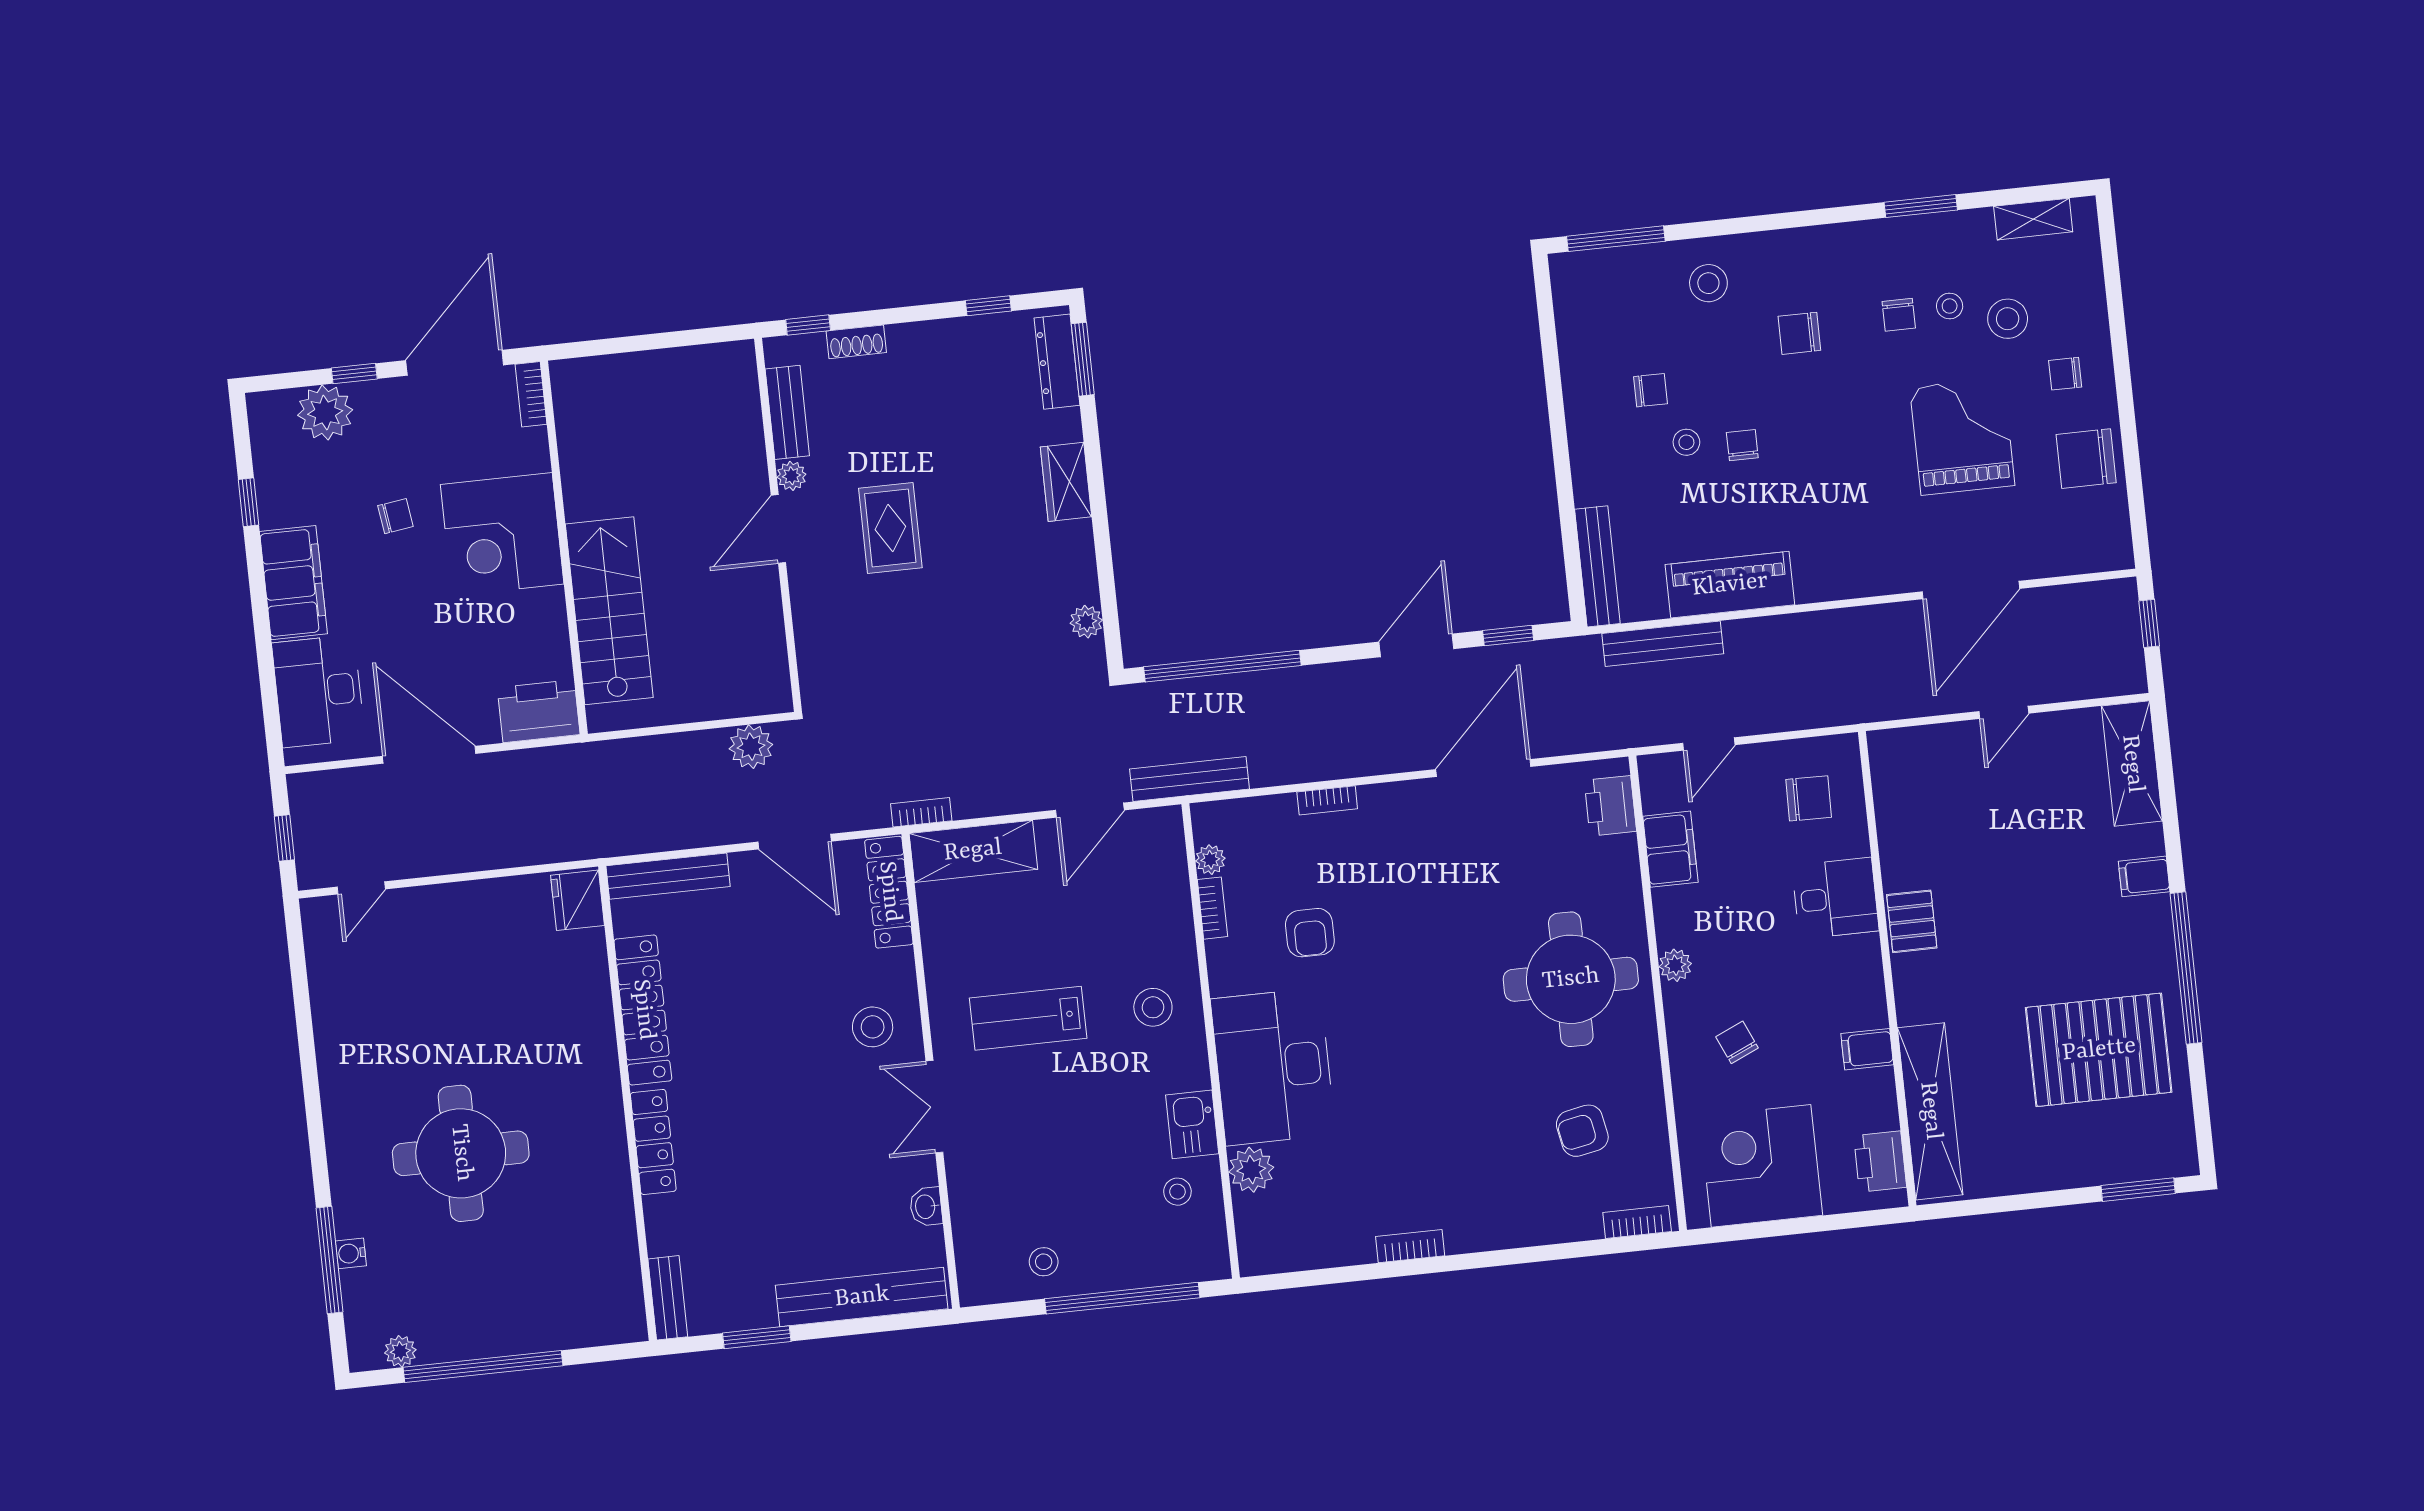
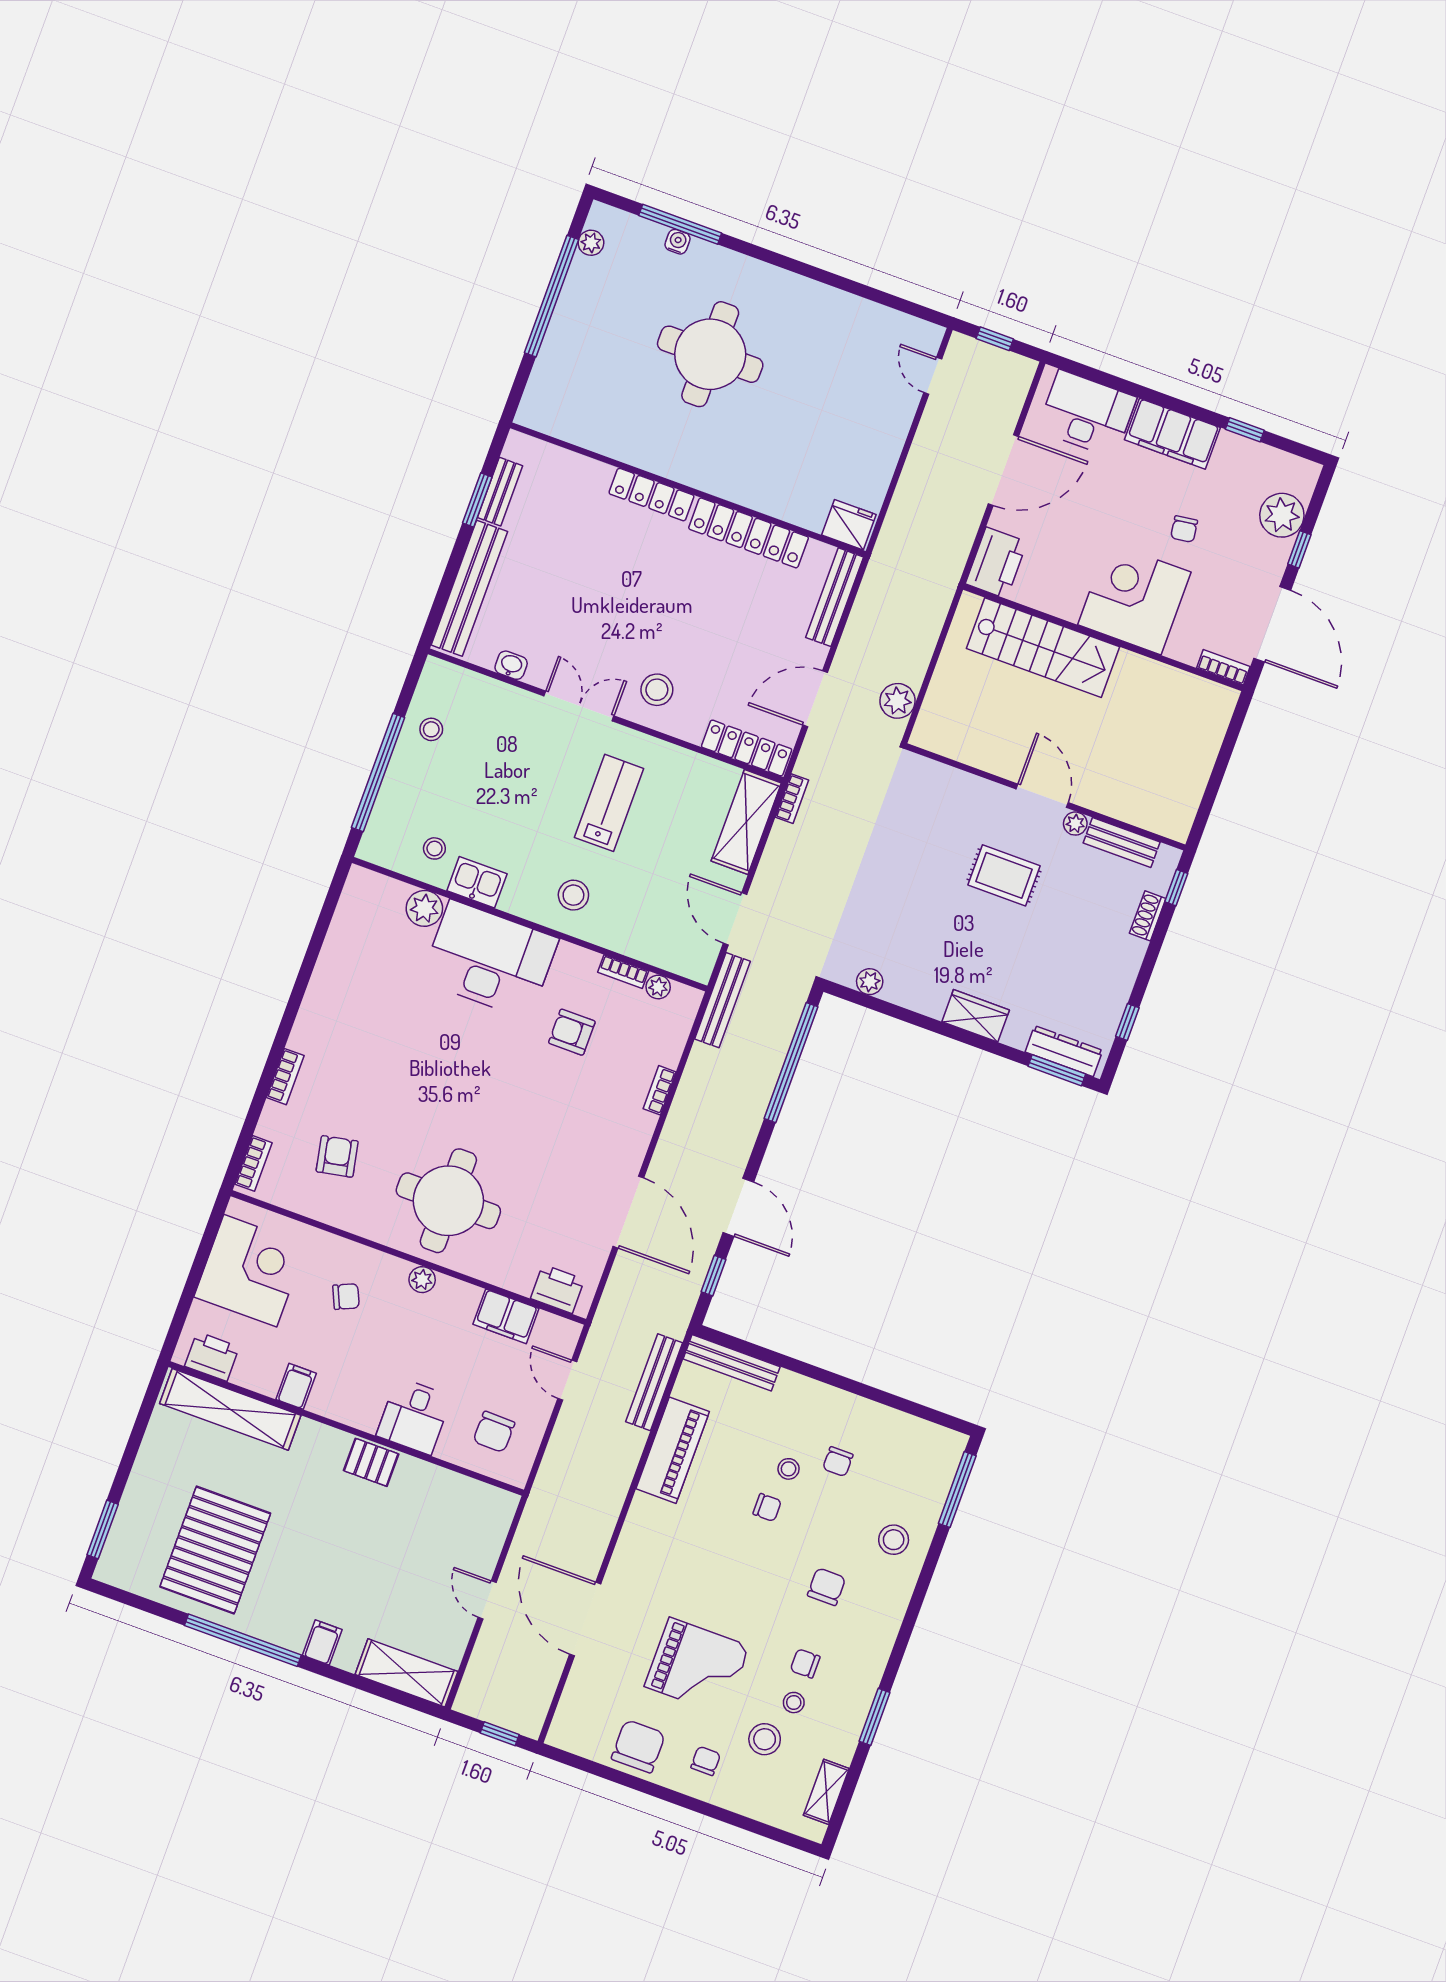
bookcase: (1410, 1246) -> (285, 1077), moved
bench: (668, 1298) -> (500, 492), moved, turned 90

